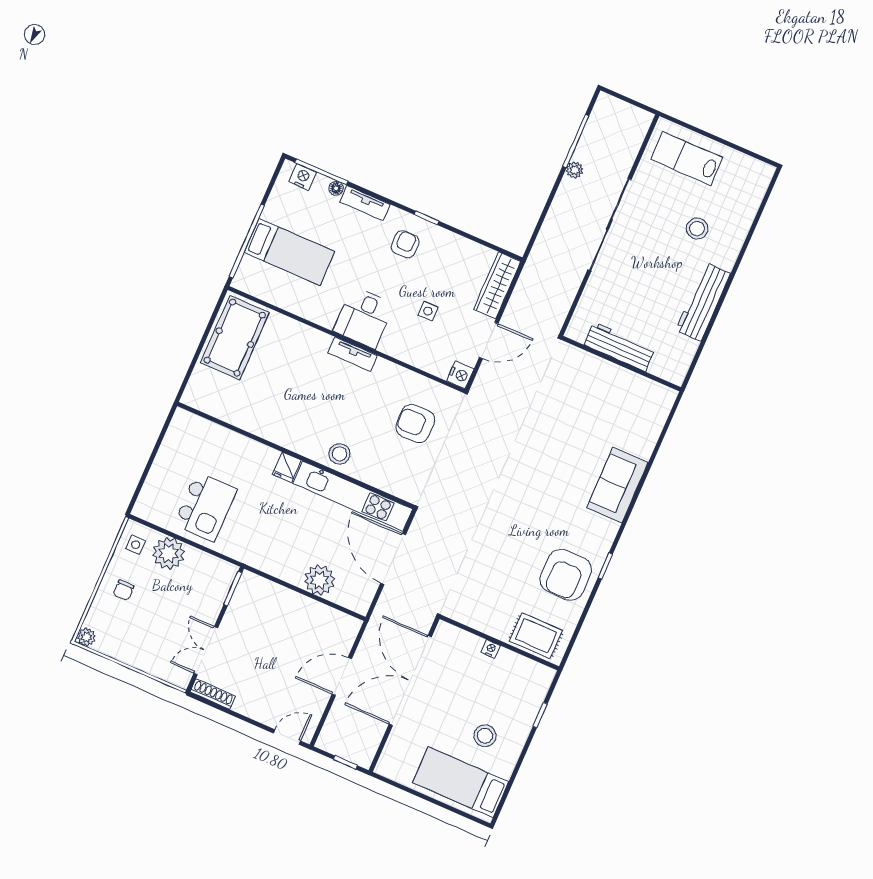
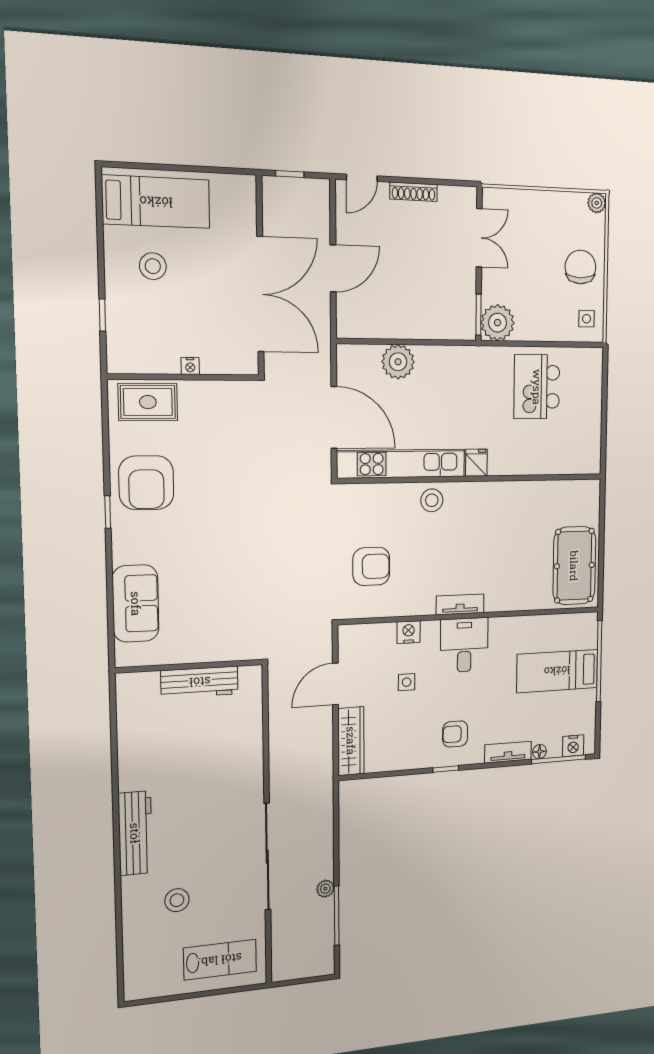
armchair: (405, 244) -> (455, 734), turned 90
workbench: (619, 347) -> (200, 682), moved
wall: (621, 364) -> (190, 666), moved
nightstand: (460, 375) -> (409, 632), moved, turned 90
plant: (169, 553) -> (498, 323), moved
armchair: (566, 575) -> (146, 483), turned 180
chair: (123, 590) -> (580, 267), width x1.87, depth x1.87
shoe rack: (213, 694) -> (414, 192), moved

